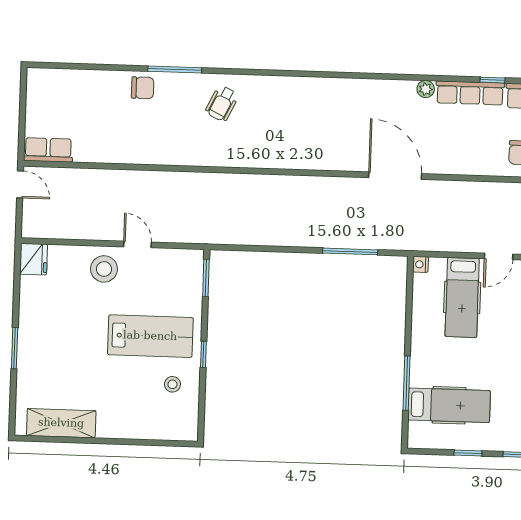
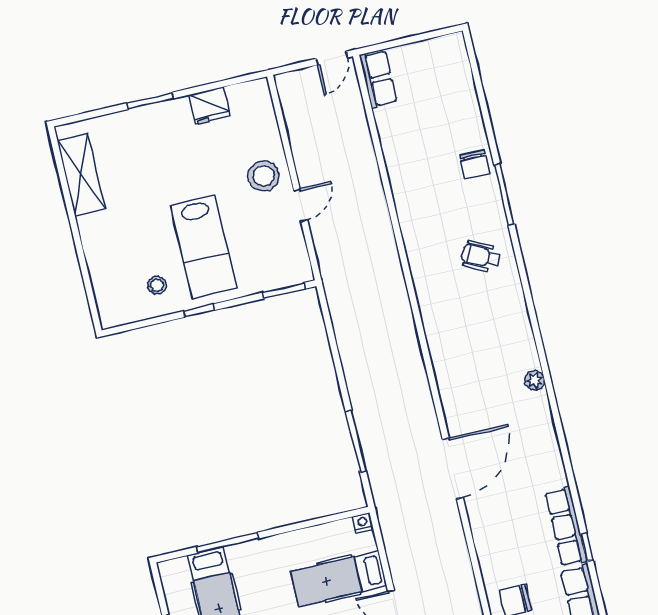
plant: (426, 89) -> (535, 380), moved
fridge: (34, 259) -> (210, 106), moved

